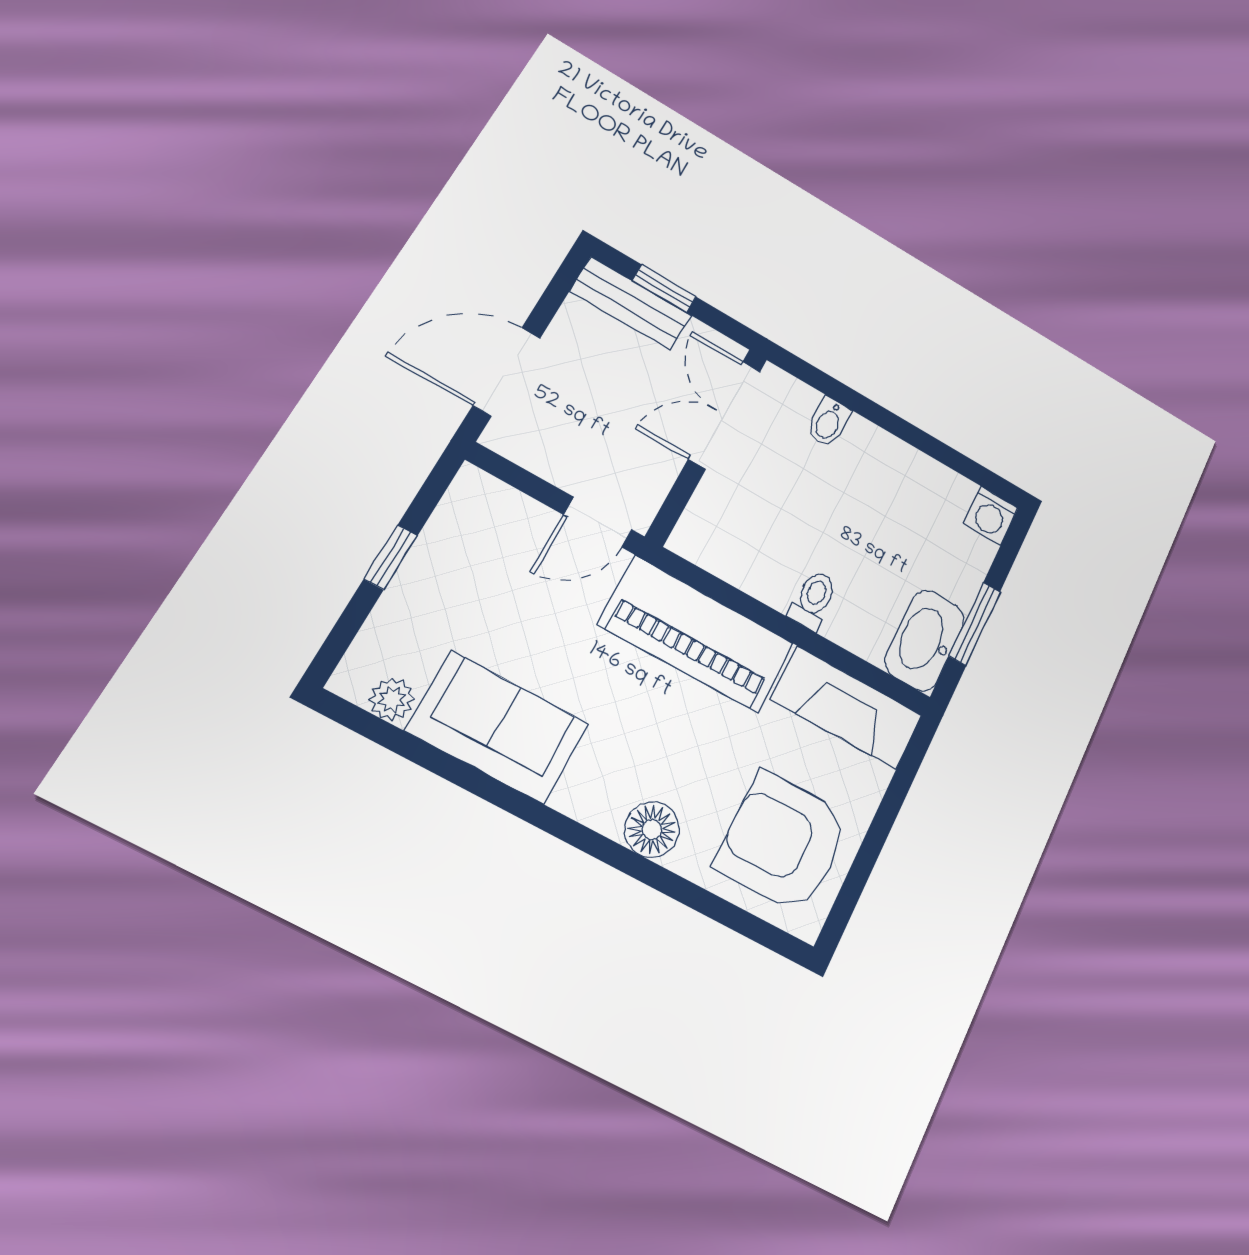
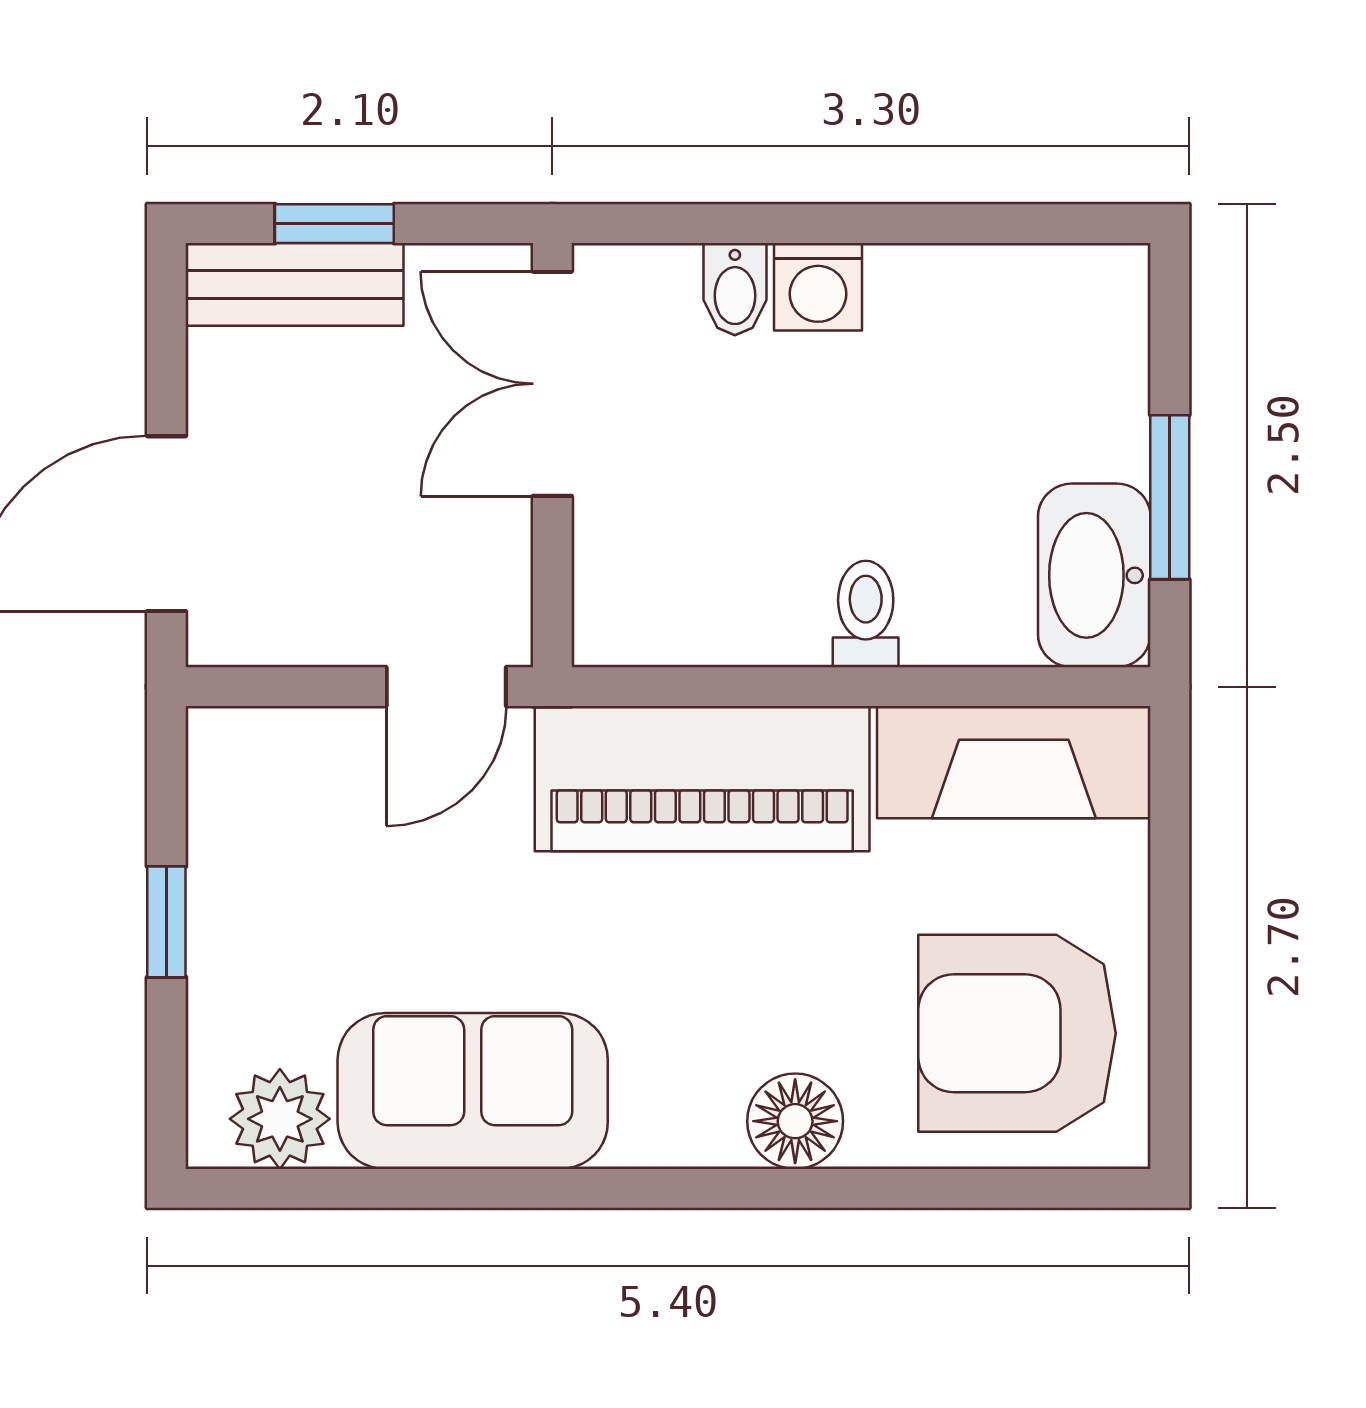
washing machine: (991, 516) -> (818, 287), moved
plant: (392, 699) -> (280, 1119), width x1.38, depth x1.38

